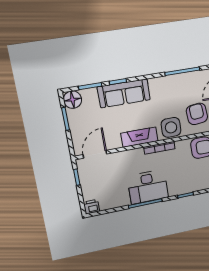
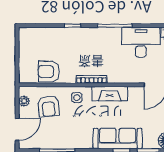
side table: (171, 127) -> (77, 98), width x0.54, depth x0.54
desk: (148, 187) -> (141, 42), moved

